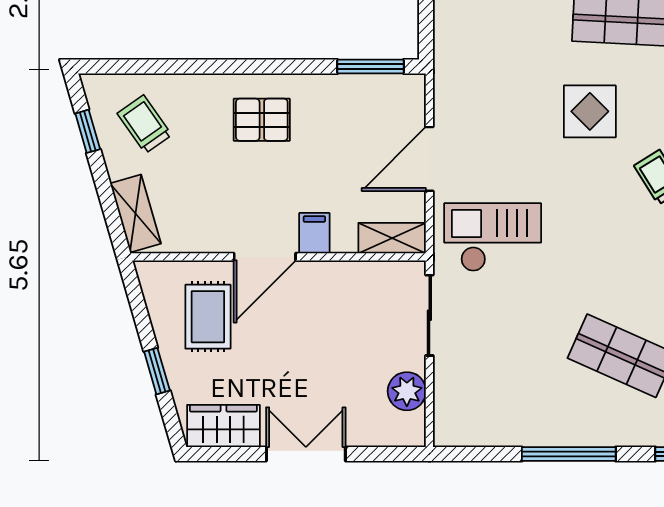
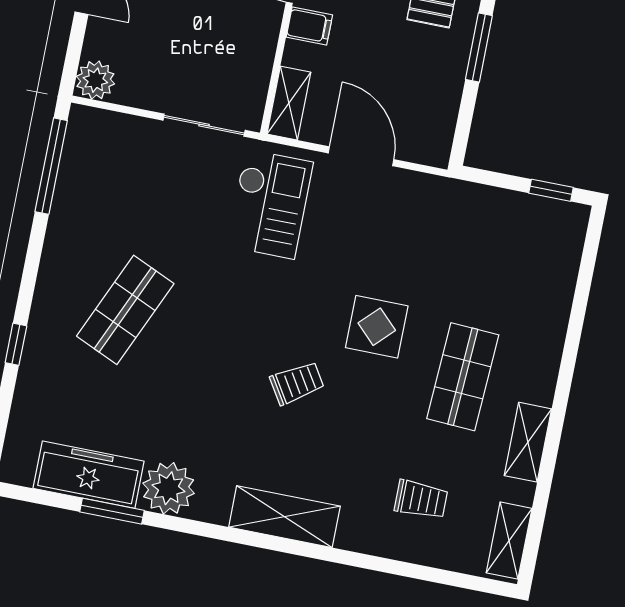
window: (370, 67) -> (479, 48), moved
plant: (407, 391) -> (95, 80), moved
window: (569, 454) -> (51, 166), moved

